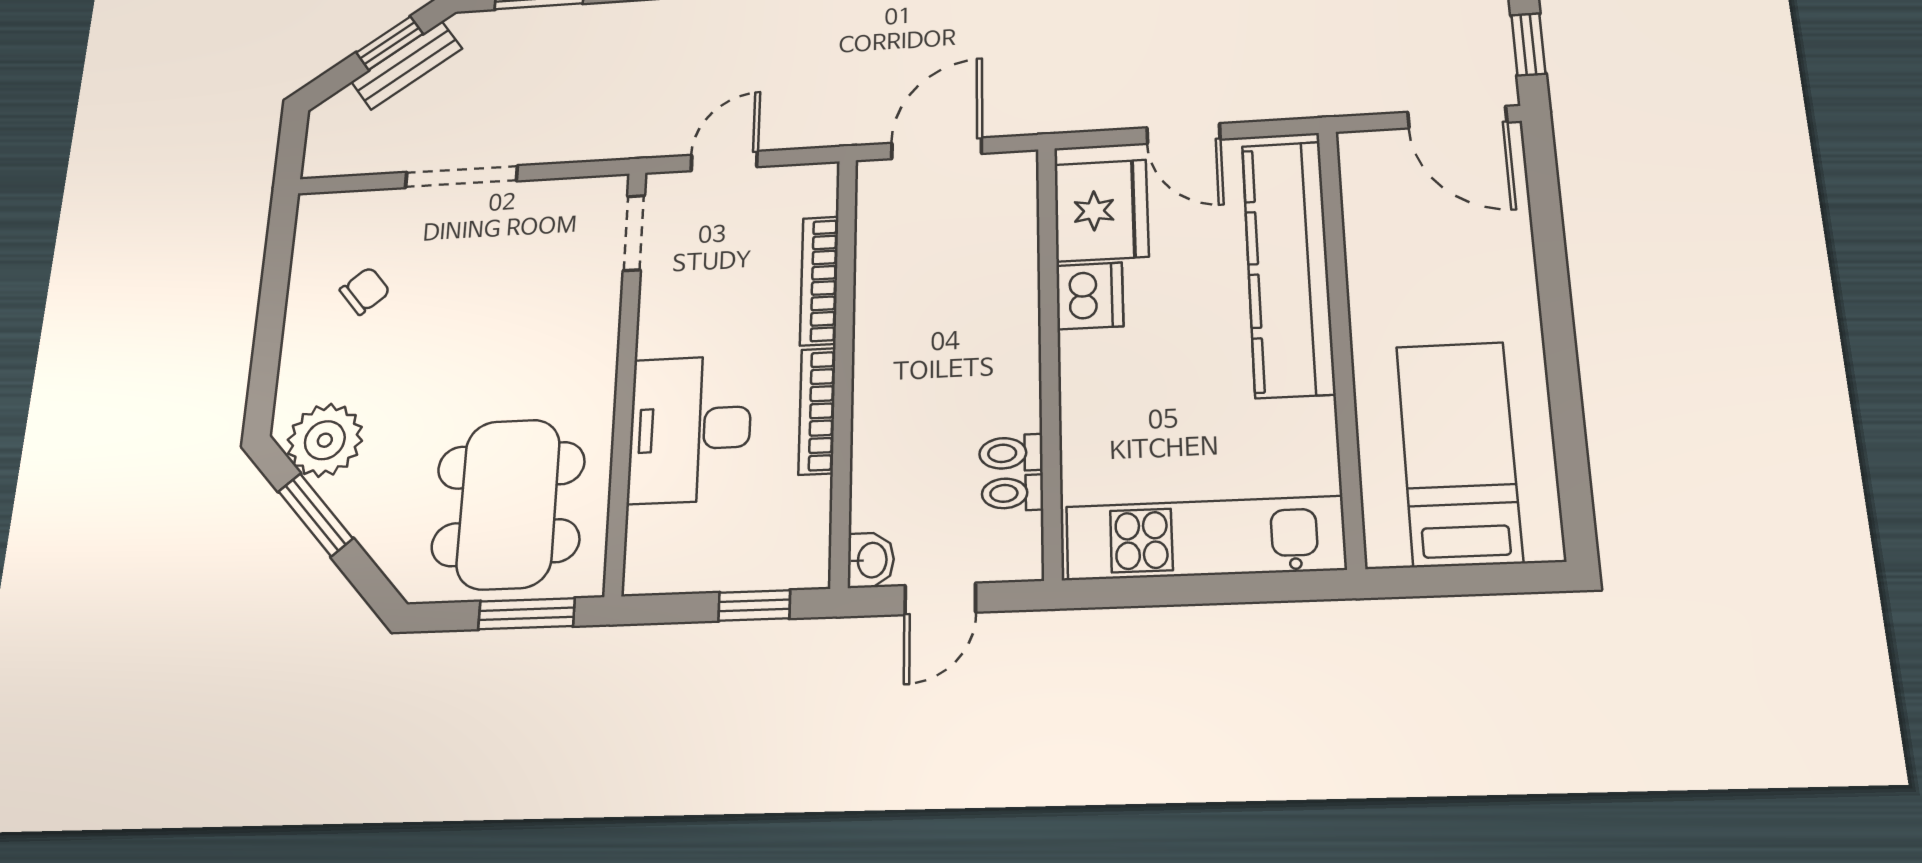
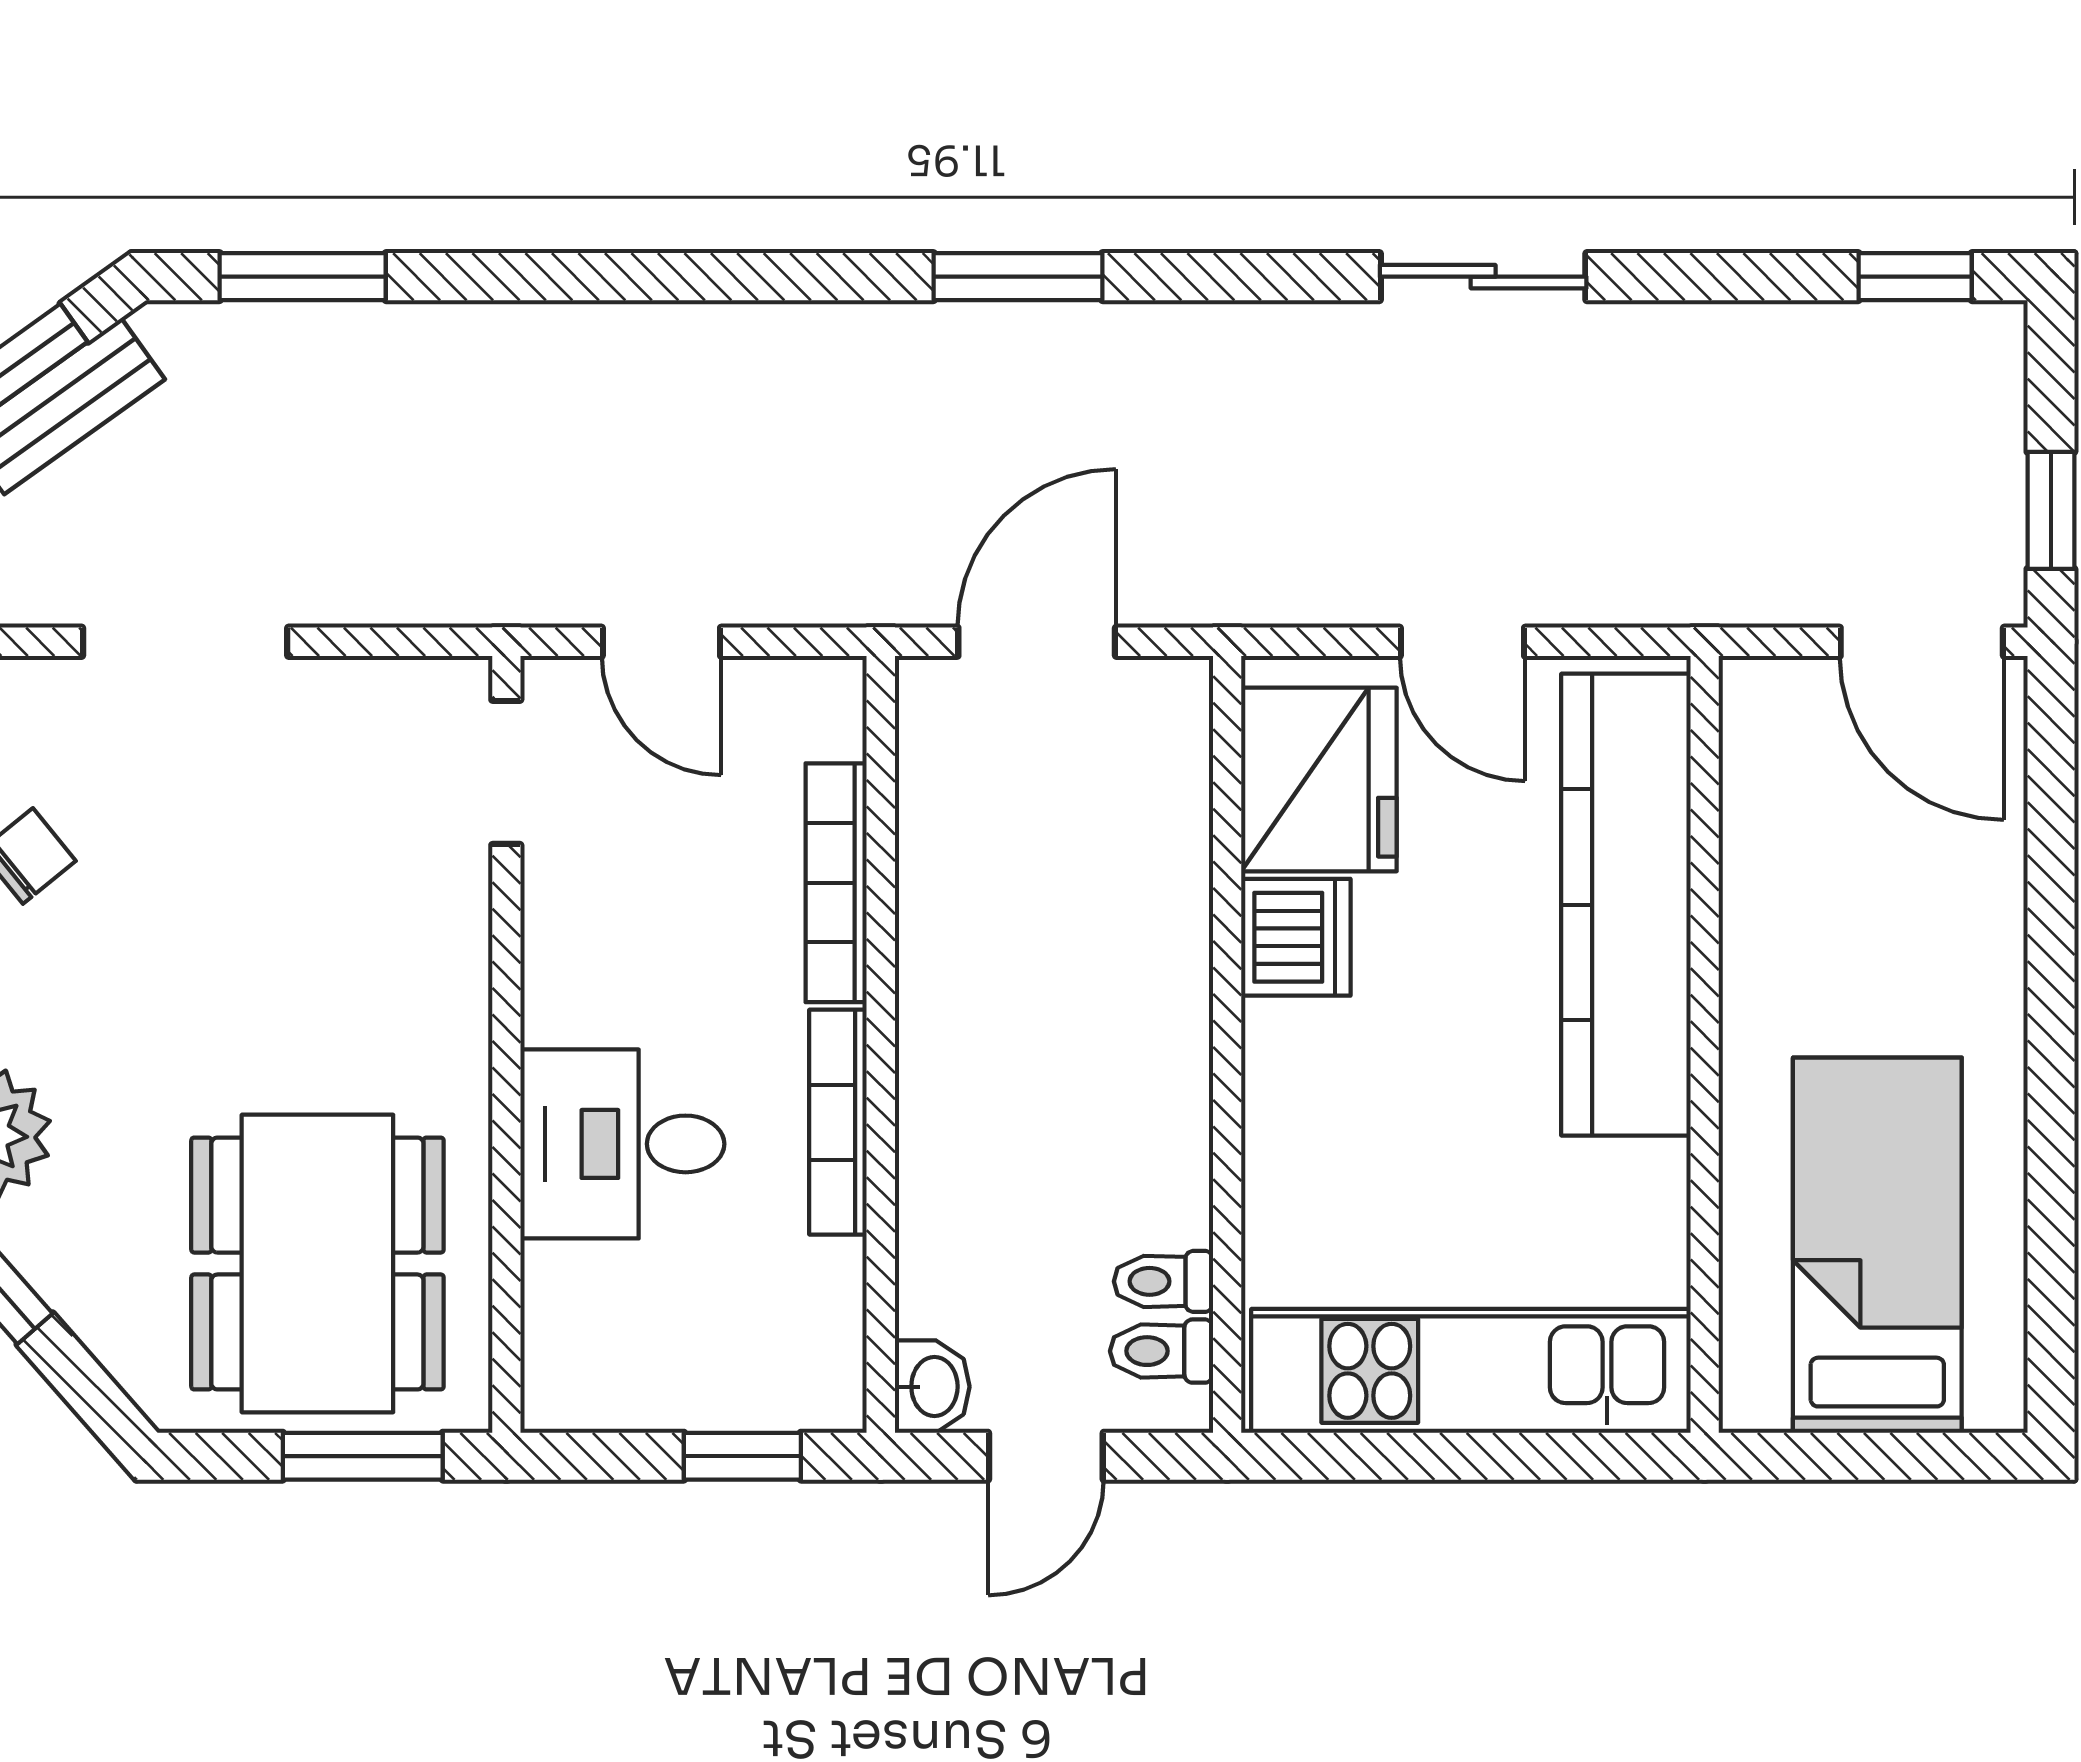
door: (724, 161) -> (661, 642), swing flipped
desk: (690, 429) -> (622, 1144), width x0.73
toilet: (1011, 453) -> (1162, 1351), moved

